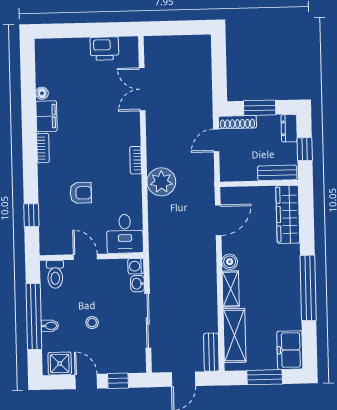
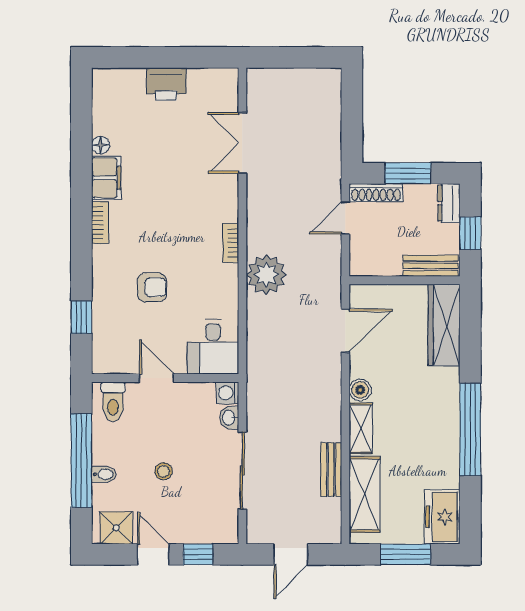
printer: (104, 49) -> (166, 84), moved
bench: (211, 352) -> (331, 470), moved

